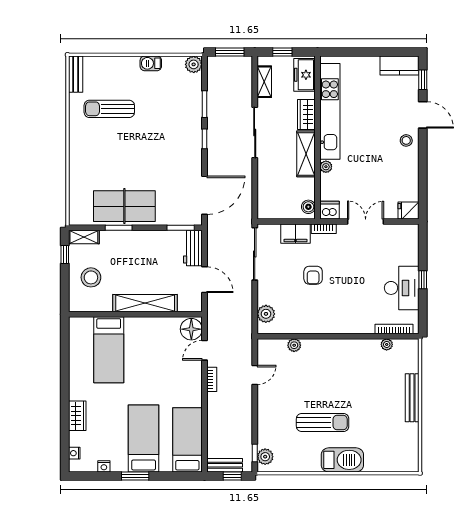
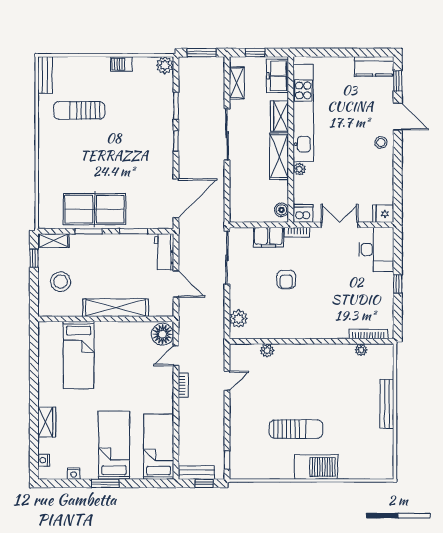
window: (181, 228) -> (134, 231), moved
desk: (402, 288) -> (376, 249), moved
plant: (265, 457) -> (238, 464), removed

